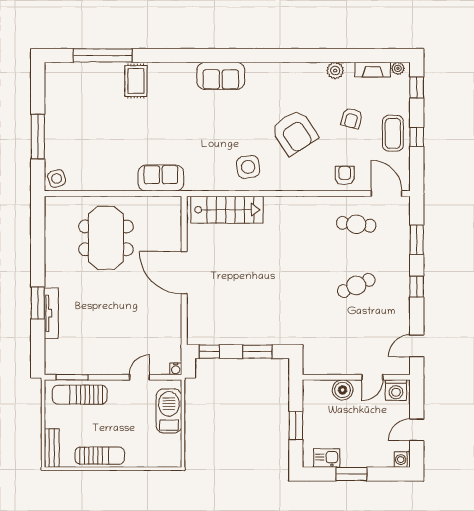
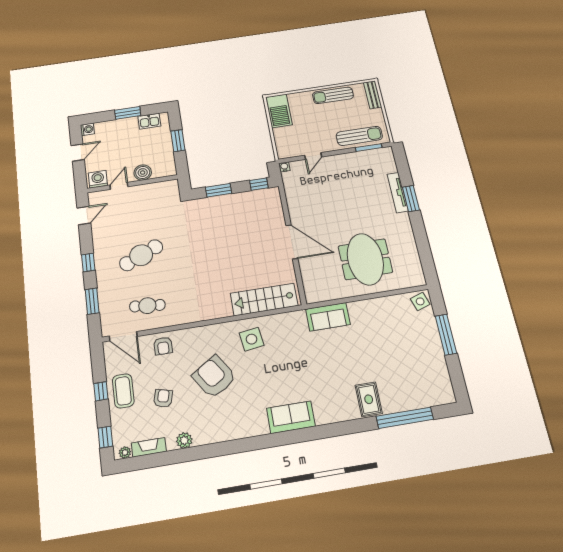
cafe table: (356, 285) -> (141, 255), width x1.37, depth x1.35
barbecue: (169, 411) -> (279, 111), moved

